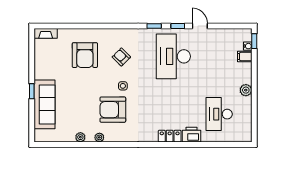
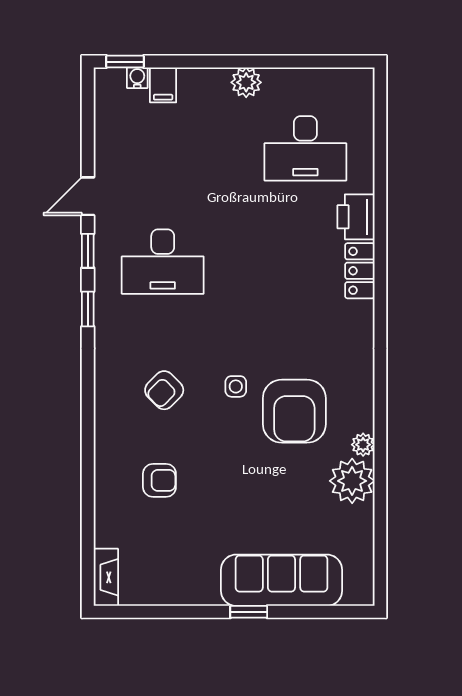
armchair: (85, 55) -> (159, 480), width x0.53, depth x0.53
desk: (173, 56) -> (163, 262), width x0.73, depth x0.77
plant: (80, 137) -> (352, 481), width x1.88, depth x1.88

